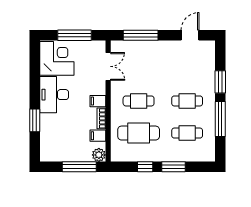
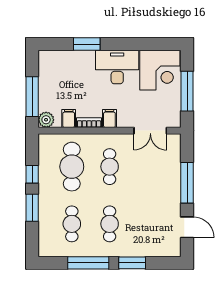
window: (141, 35) -> (187, 183), moved

